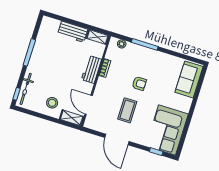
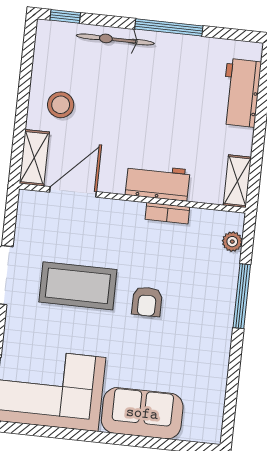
workbench: (73, 32) -> (241, 93), moved
sofa: (189, 79) -> (142, 413), moved
bicycle: (26, 89) -> (115, 39), moved
coffee table: (127, 110) -> (78, 286), width x1.36, depth x1.32

